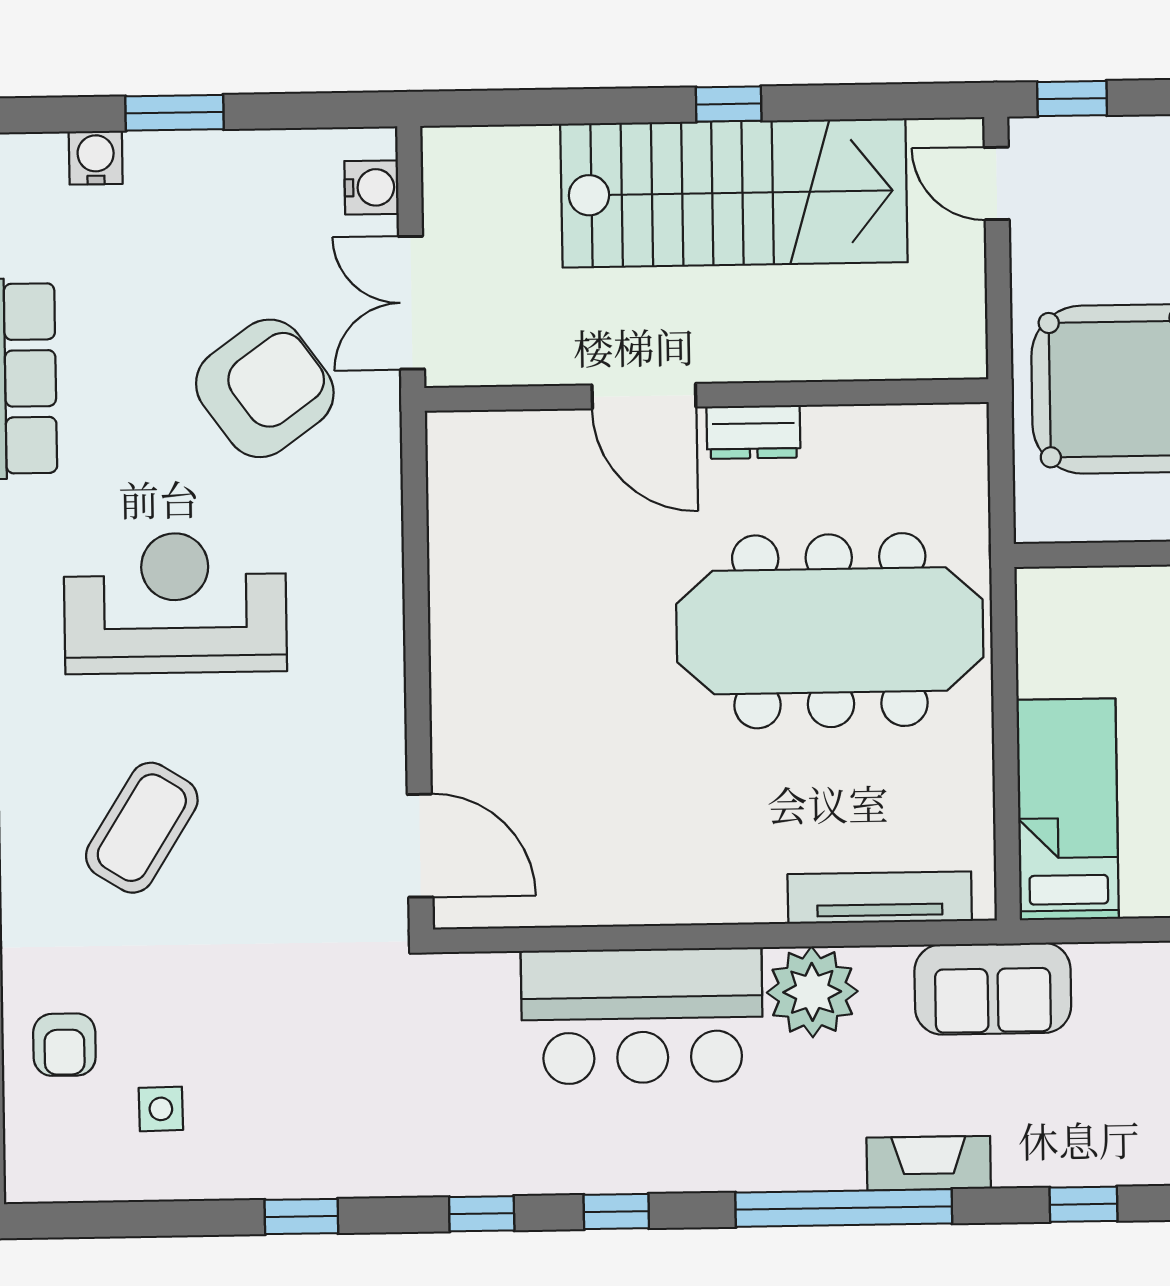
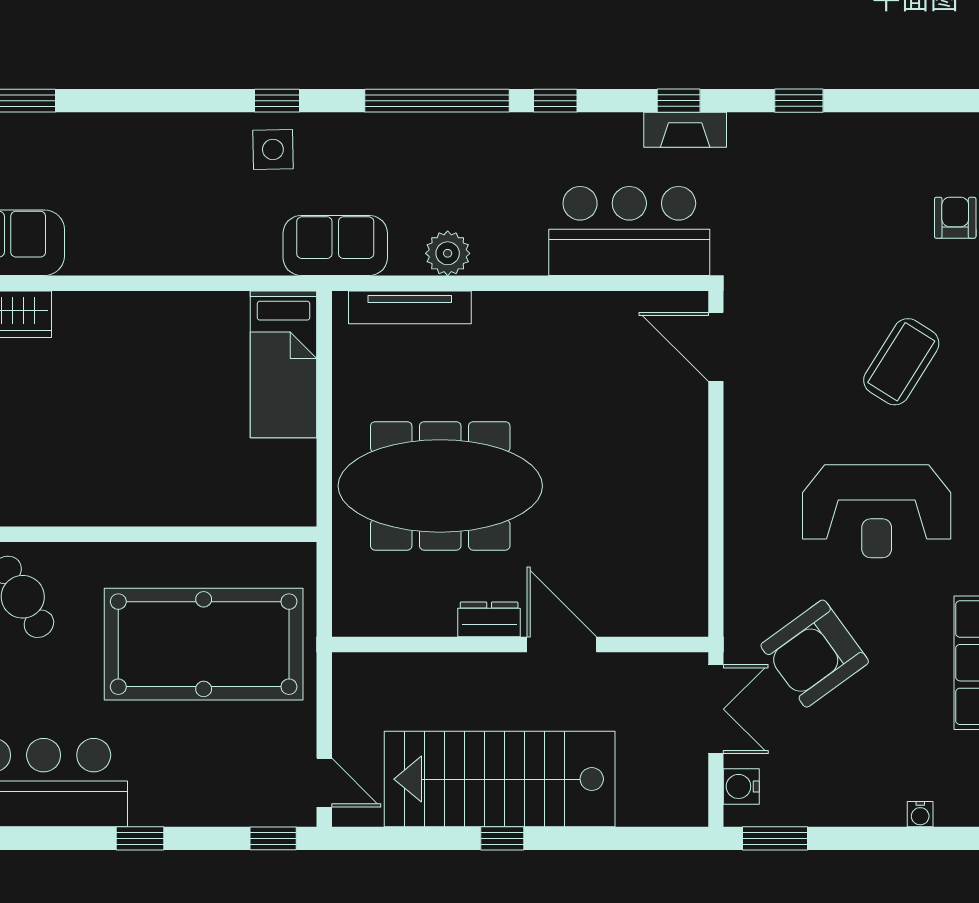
window: (175, 113) -> (775, 838), moved
water cooler: (96, 158) -> (920, 814), width x0.72, depth x0.72
plant: (812, 992) -> (448, 253), width x0.73, depth x0.73
bar counter: (642, 1016) -> (629, 231), moved
side table: (161, 1109) -> (273, 149), moved, width x1.37, depth x1.37
fireplace: (929, 1163) -> (685, 130), moved
window: (616, 1212) -> (555, 101), moved

